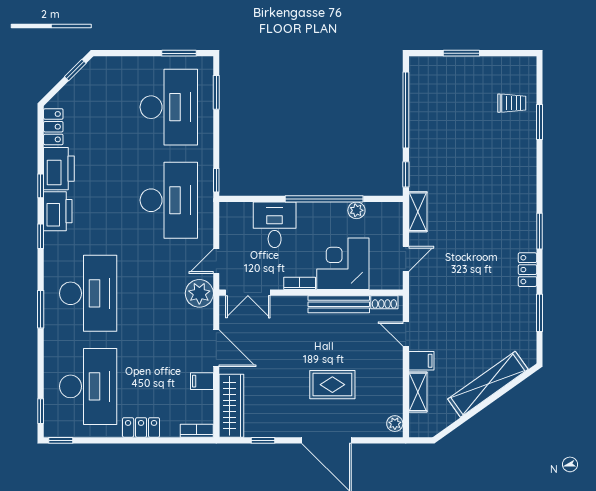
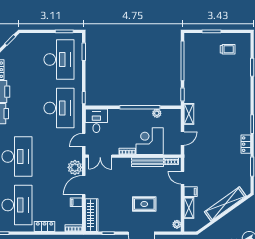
trolley: (512, 103) -> (228, 49), moved
desk: (275, 225) -> (96, 121), moved
plant: (199, 293) -> (75, 167), moved
door: (216, 348) -> (84, 185), swing flipped

